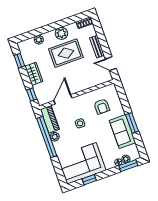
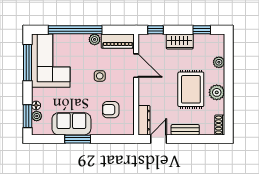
dresser: (101, 79) -> (144, 120), added
window: (47, 137) -> (75, 30), moved
window: (89, 180) -> (28, 63), width x2.17

